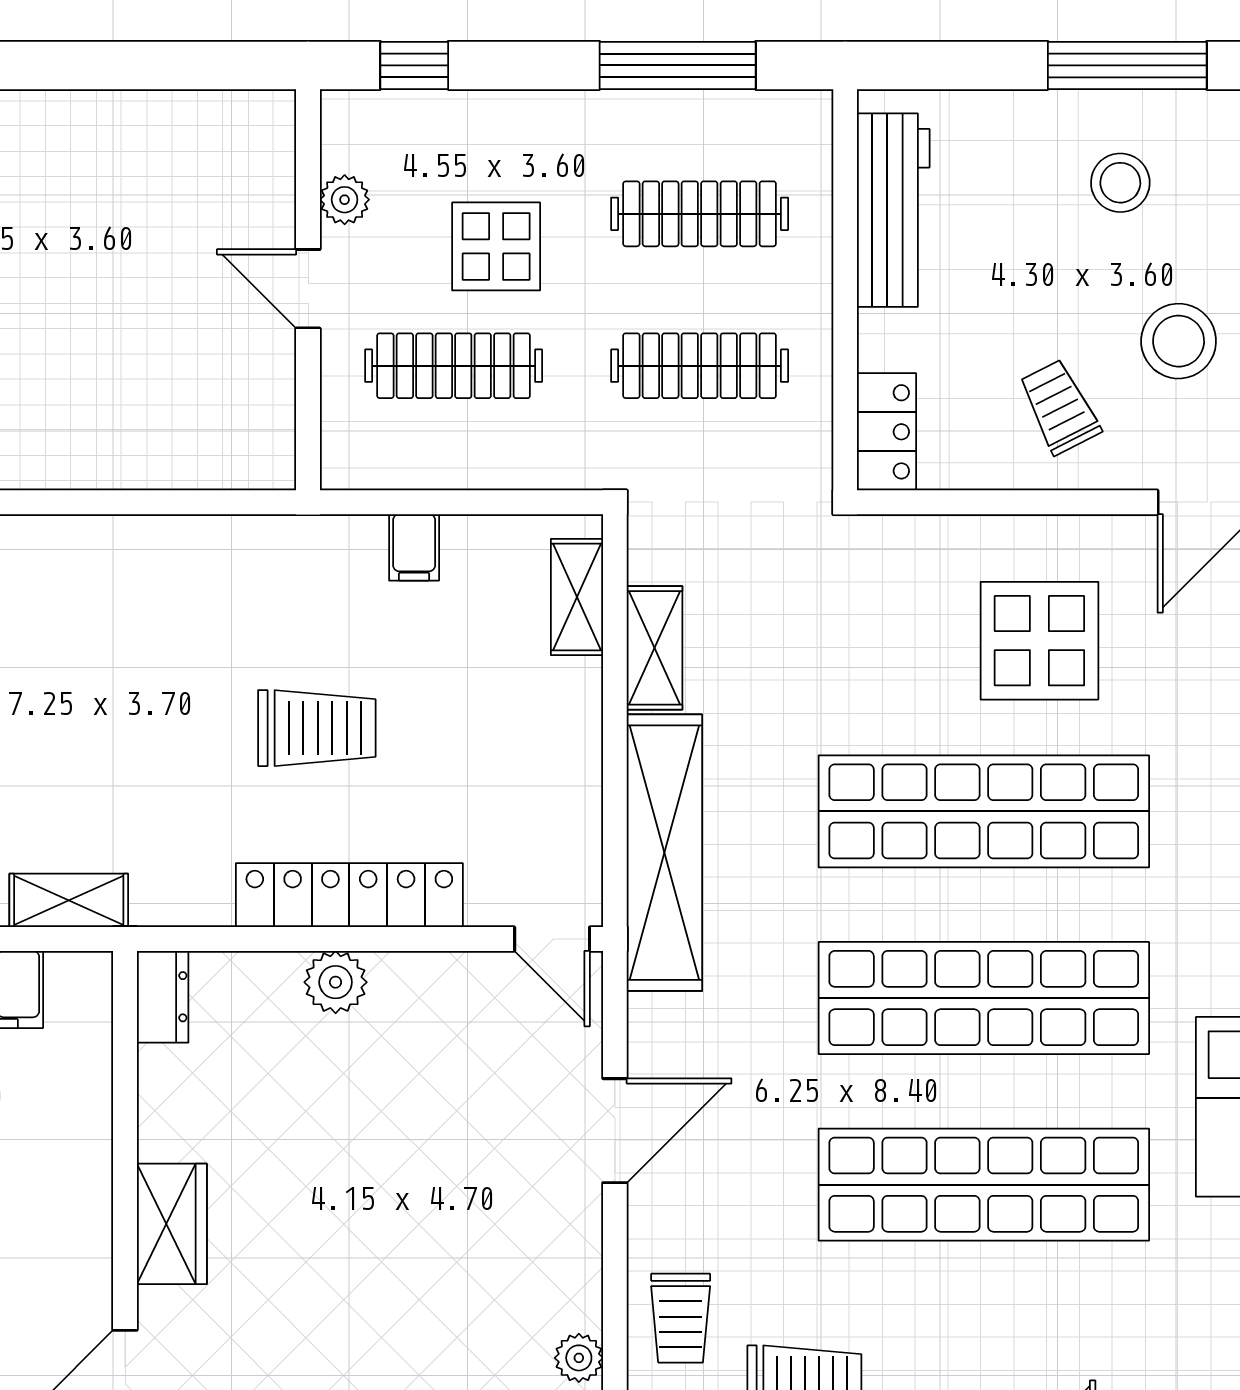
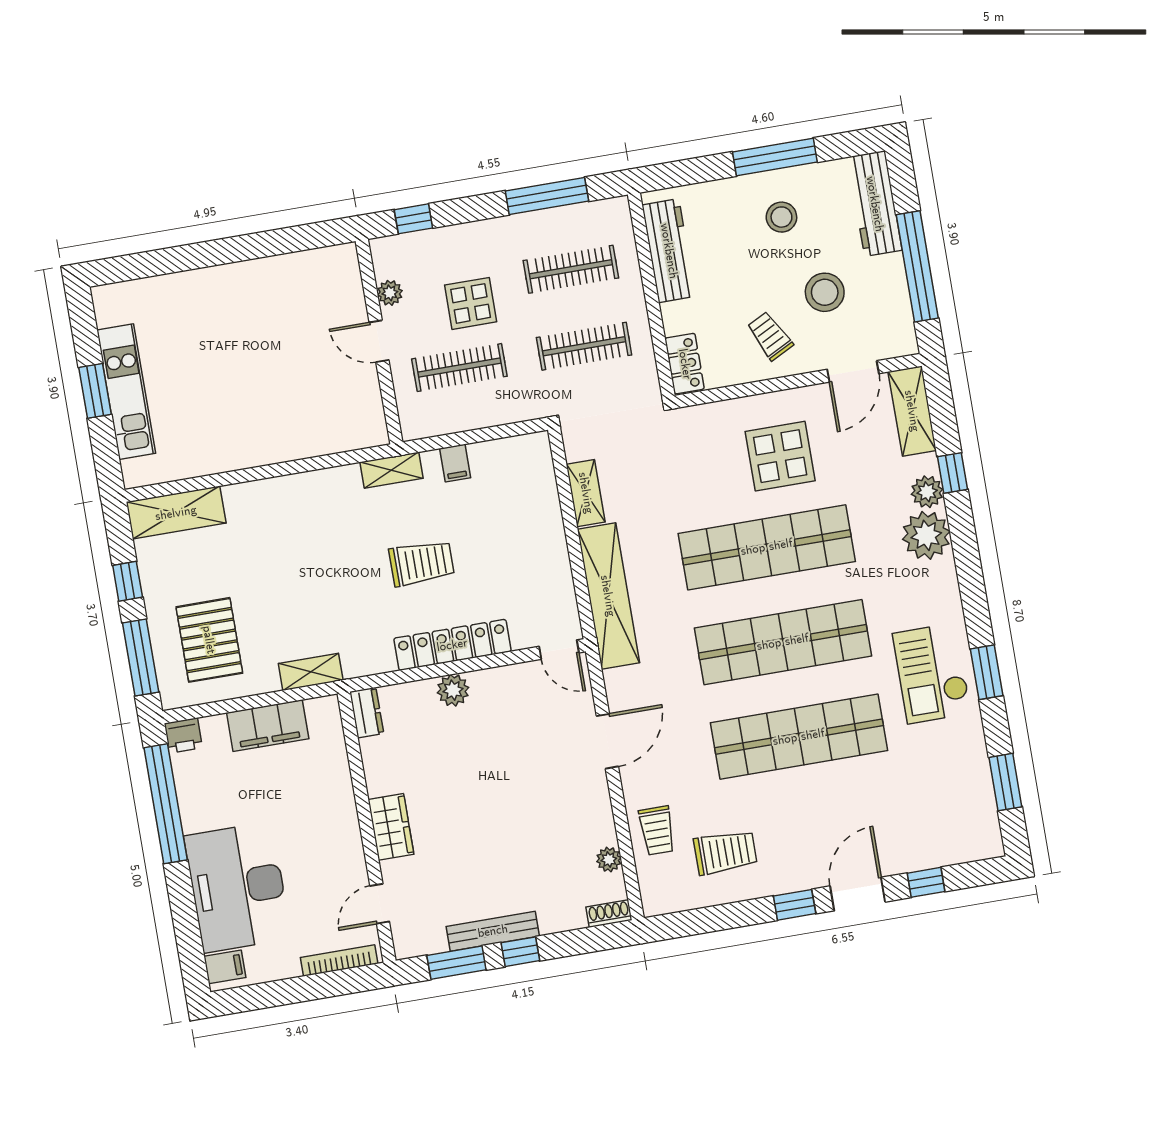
shelving: (577, 597) -> (392, 470), moved, turned 90

